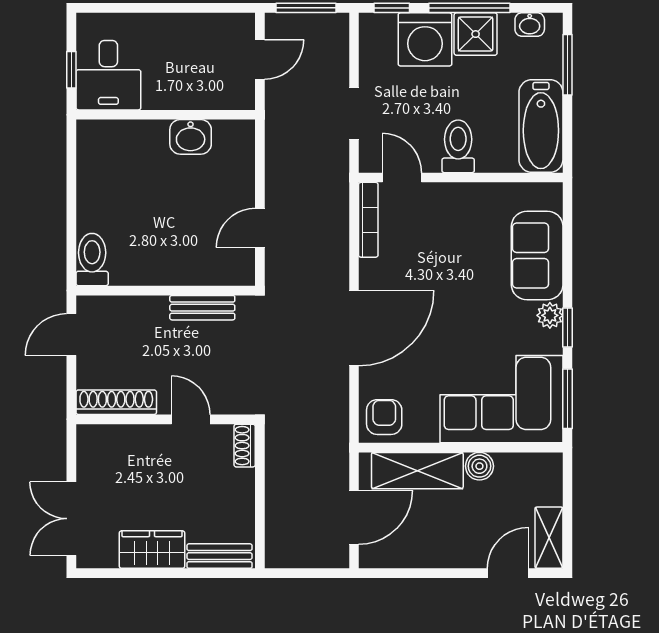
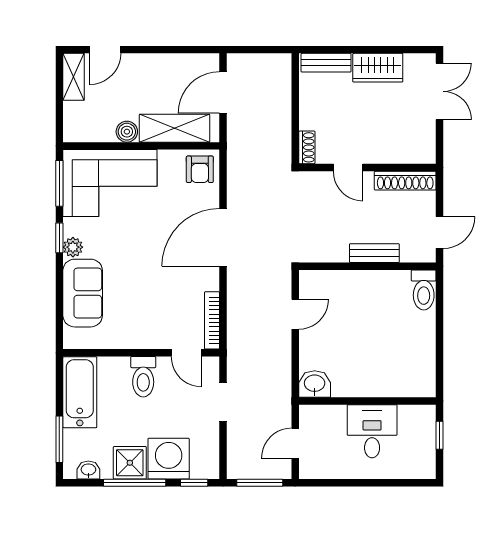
desk: (108, 75) -> (372, 431), moved
washbasin: (191, 137) -> (315, 384), moved
bench: (202, 308) -> (374, 253), moved

